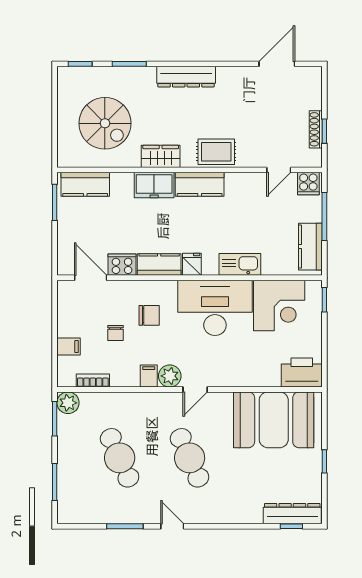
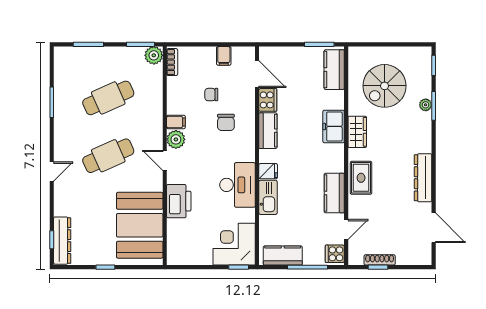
plant: (128, 74) -> (426, 105), added
dresser: (186, 77) -> (423, 178), moved
door: (279, 170) -> (346, 229), swing flipped
kitchen counter: (200, 184) -> (334, 193), moved
fridge: (192, 264) -> (268, 171), moved
door: (91, 278) -> (257, 74), hinge flipped
corner desk: (279, 305) -> (234, 244), moved, turned 90
desk: (215, 308) -> (237, 185), width x0.73, depth x0.77
filing cabinet: (69, 347) -> (224, 56), moved
printer: (302, 373) -> (179, 201), moved
bookcase: (93, 381) -> (172, 62), moved
door: (172, 526) -> (52, 171), moved

